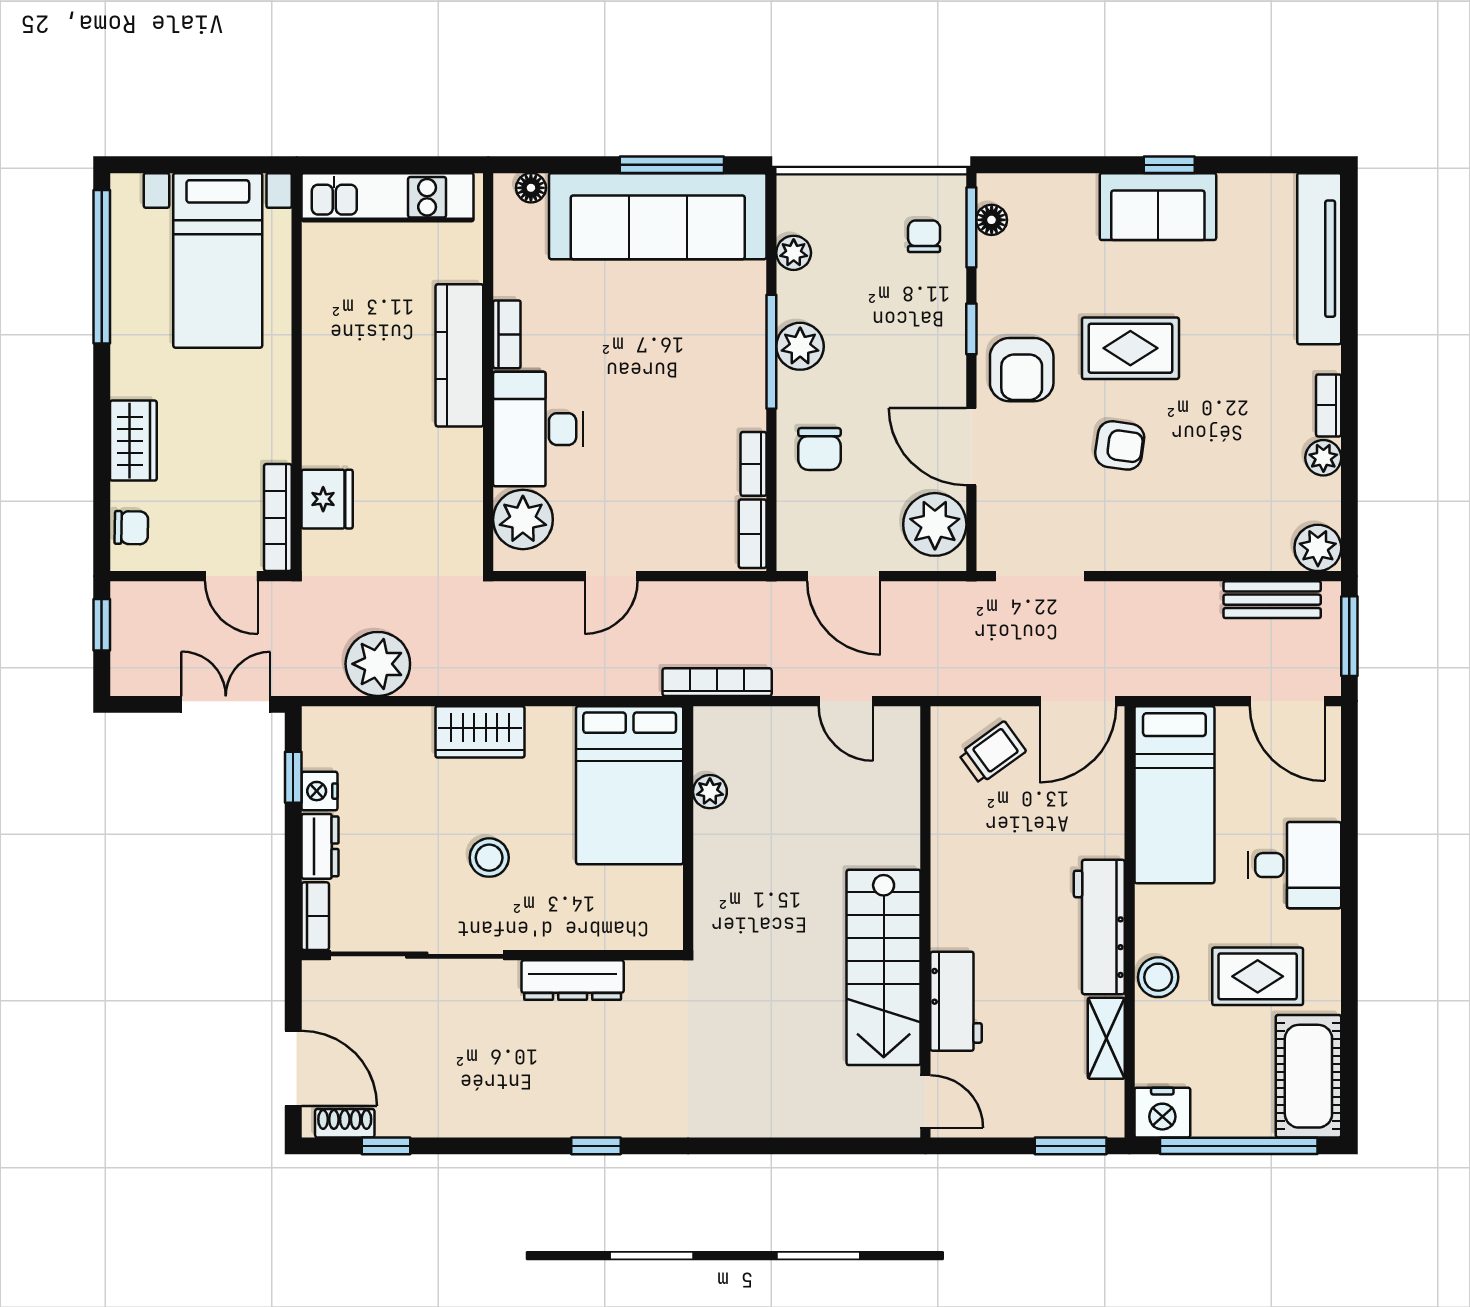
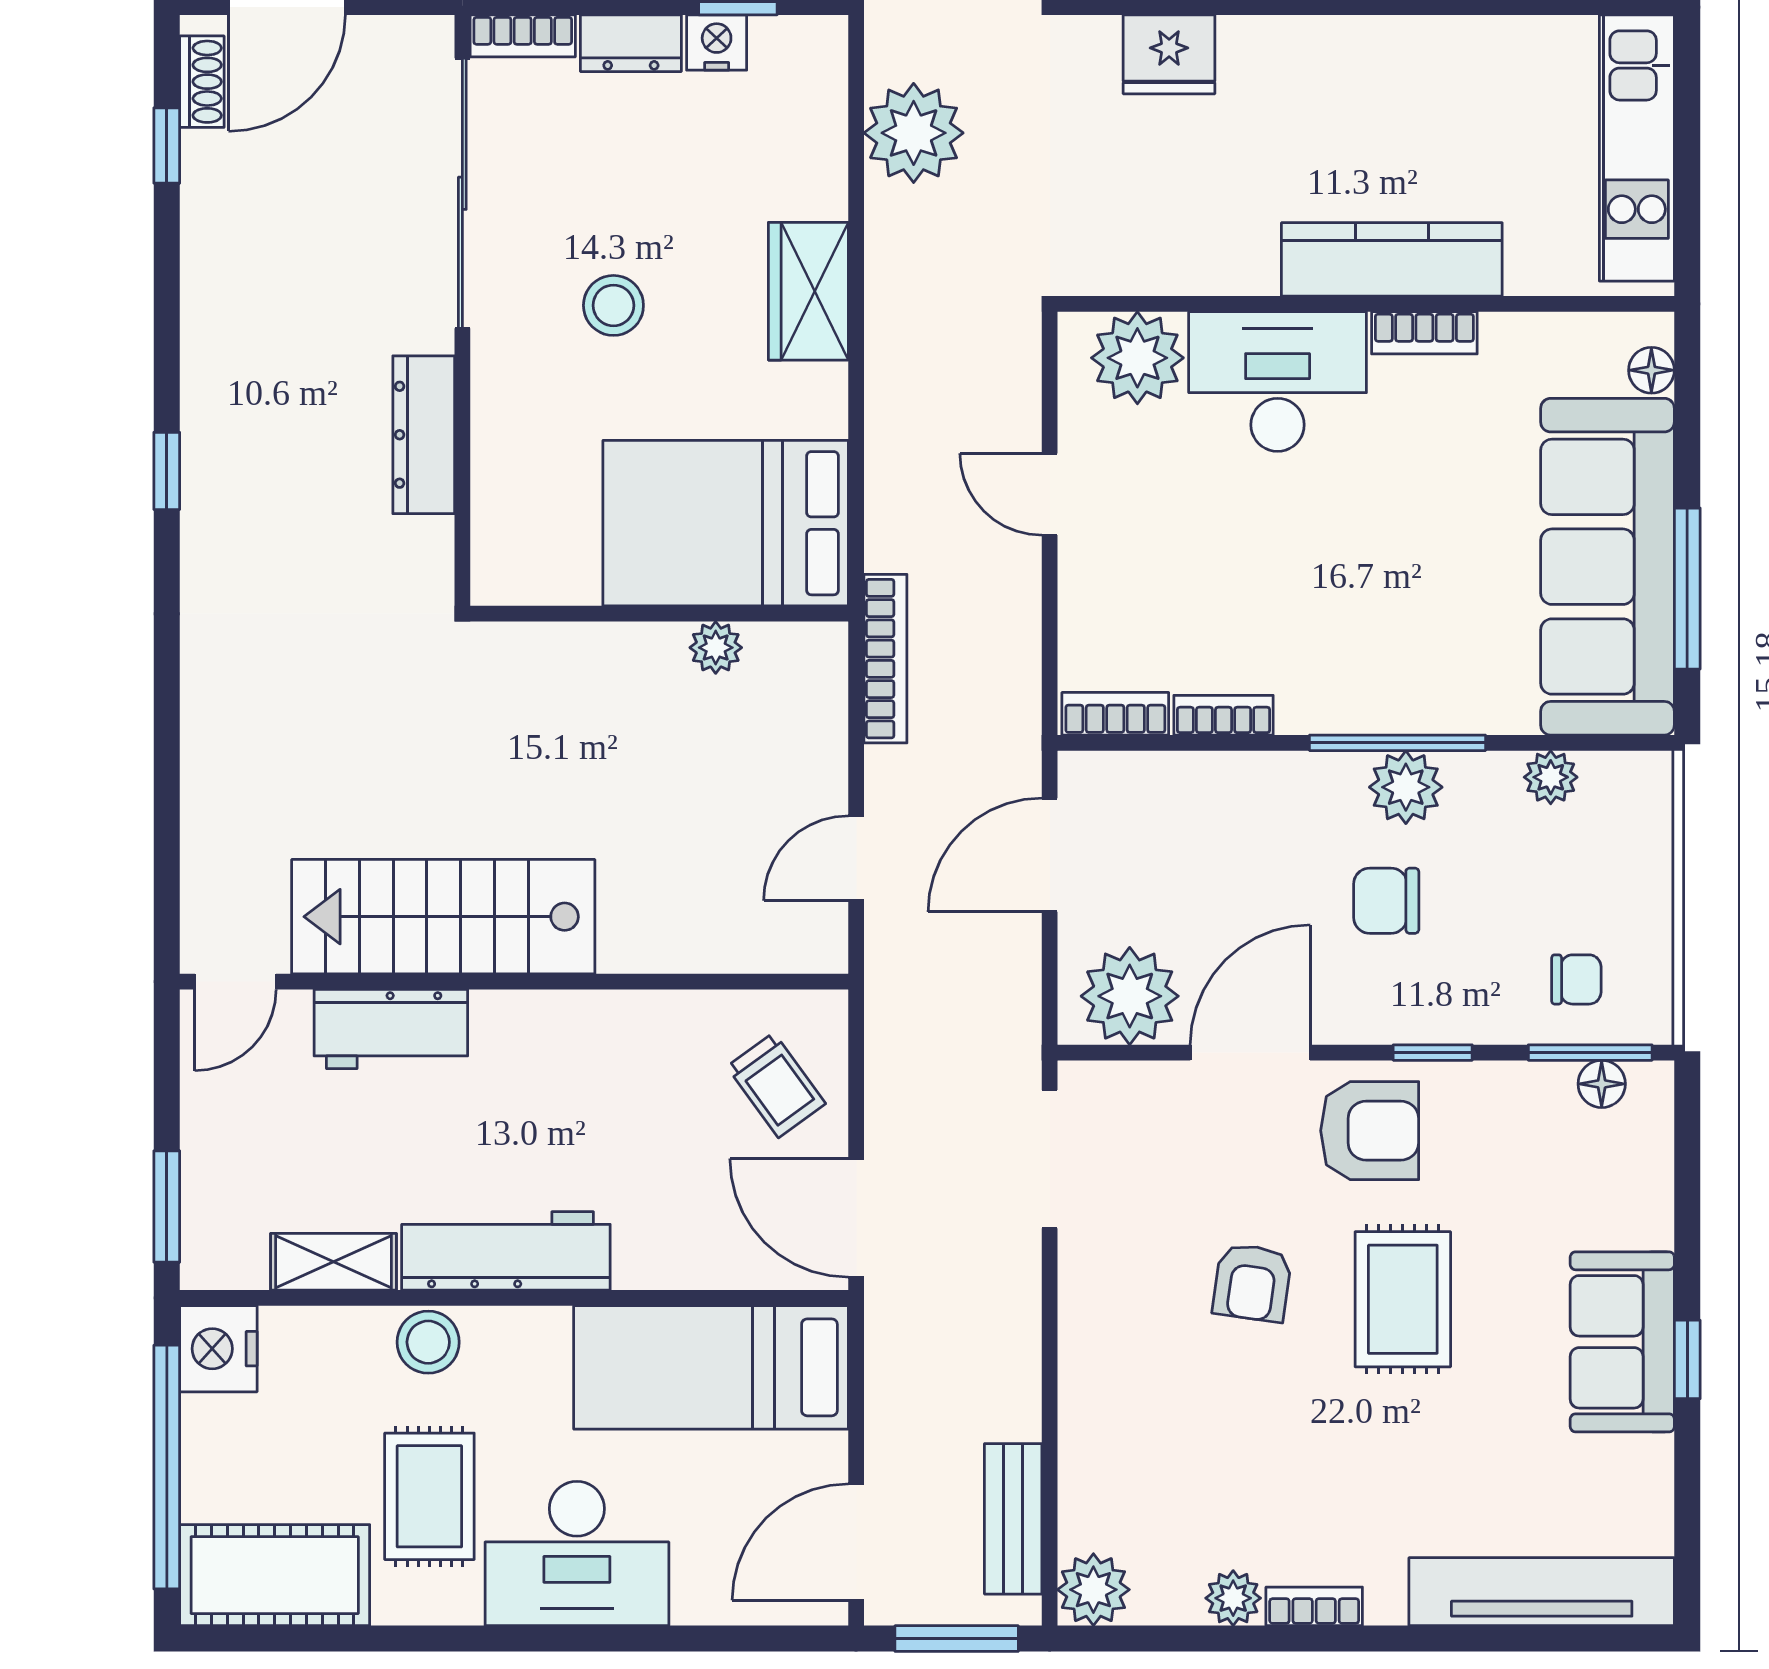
armchair: (1022, 370) -> (1370, 1131), turned 180
chair: (819, 449) -> (1386, 901), moved
desk: (1295, 865) -> (577, 1553), width x1.37

